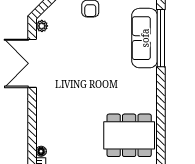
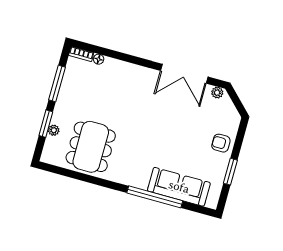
window: (161, 38) -> (155, 197), moved
double door: (32, 63) -> (184, 74), swing flipped

